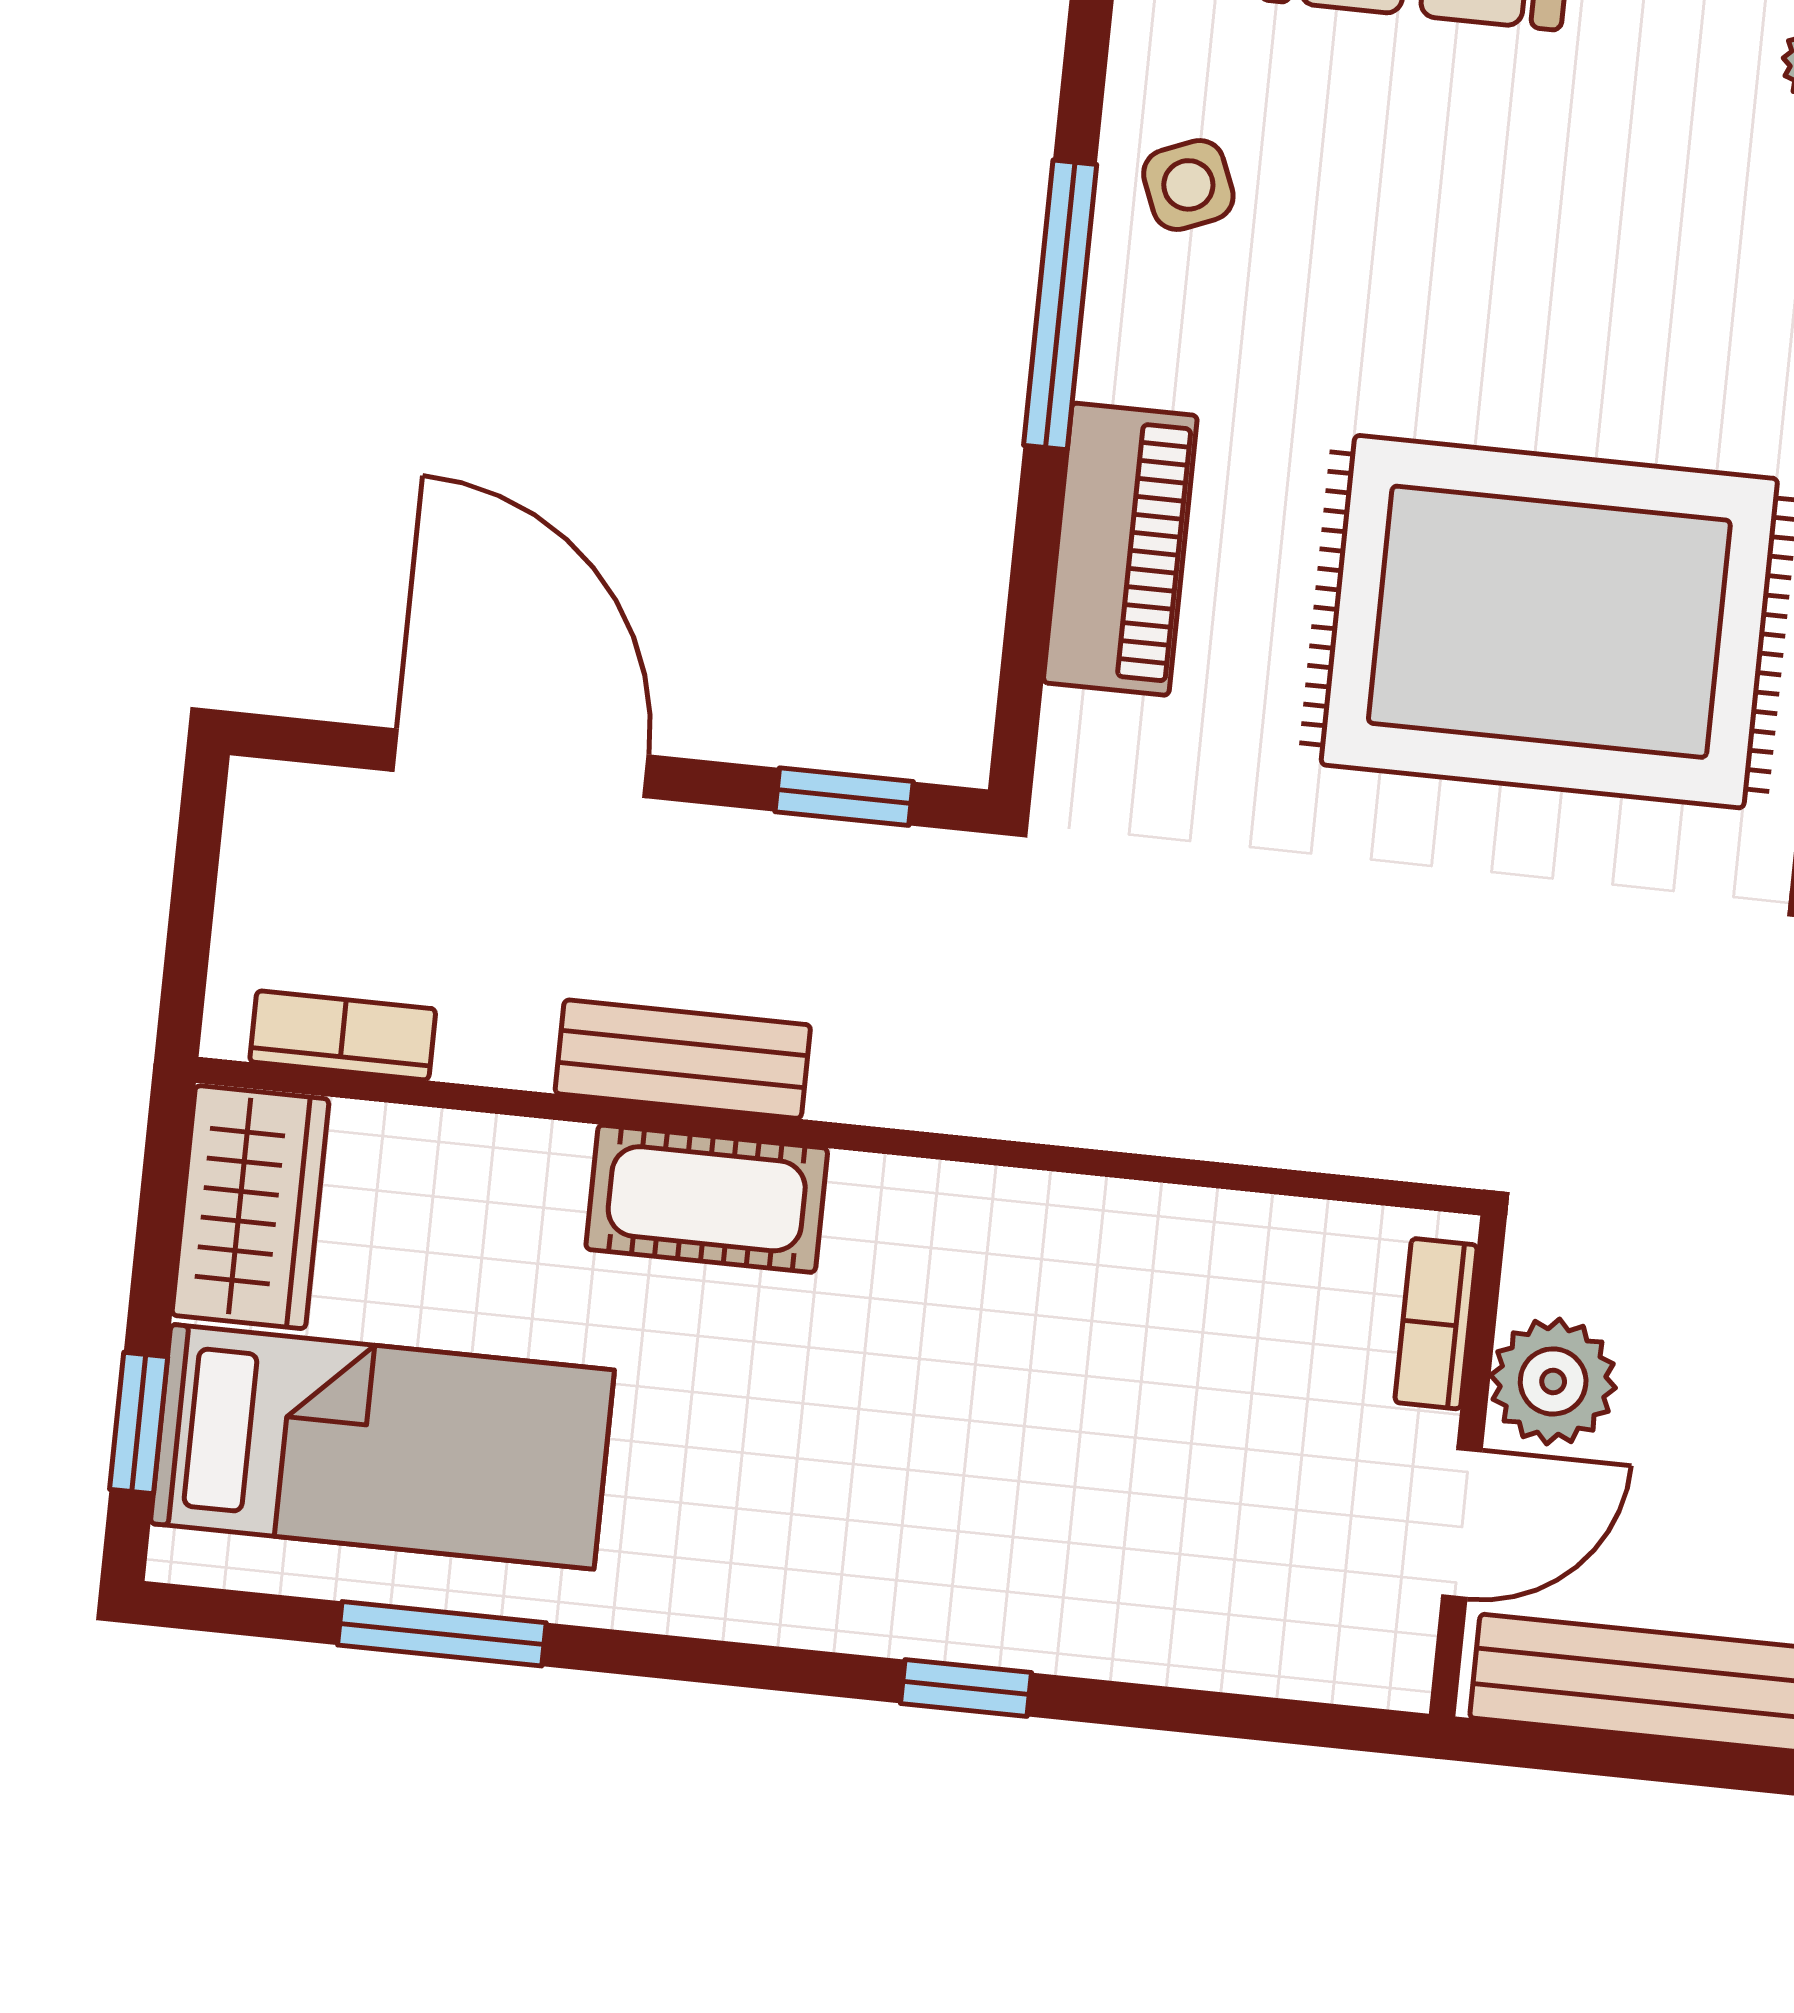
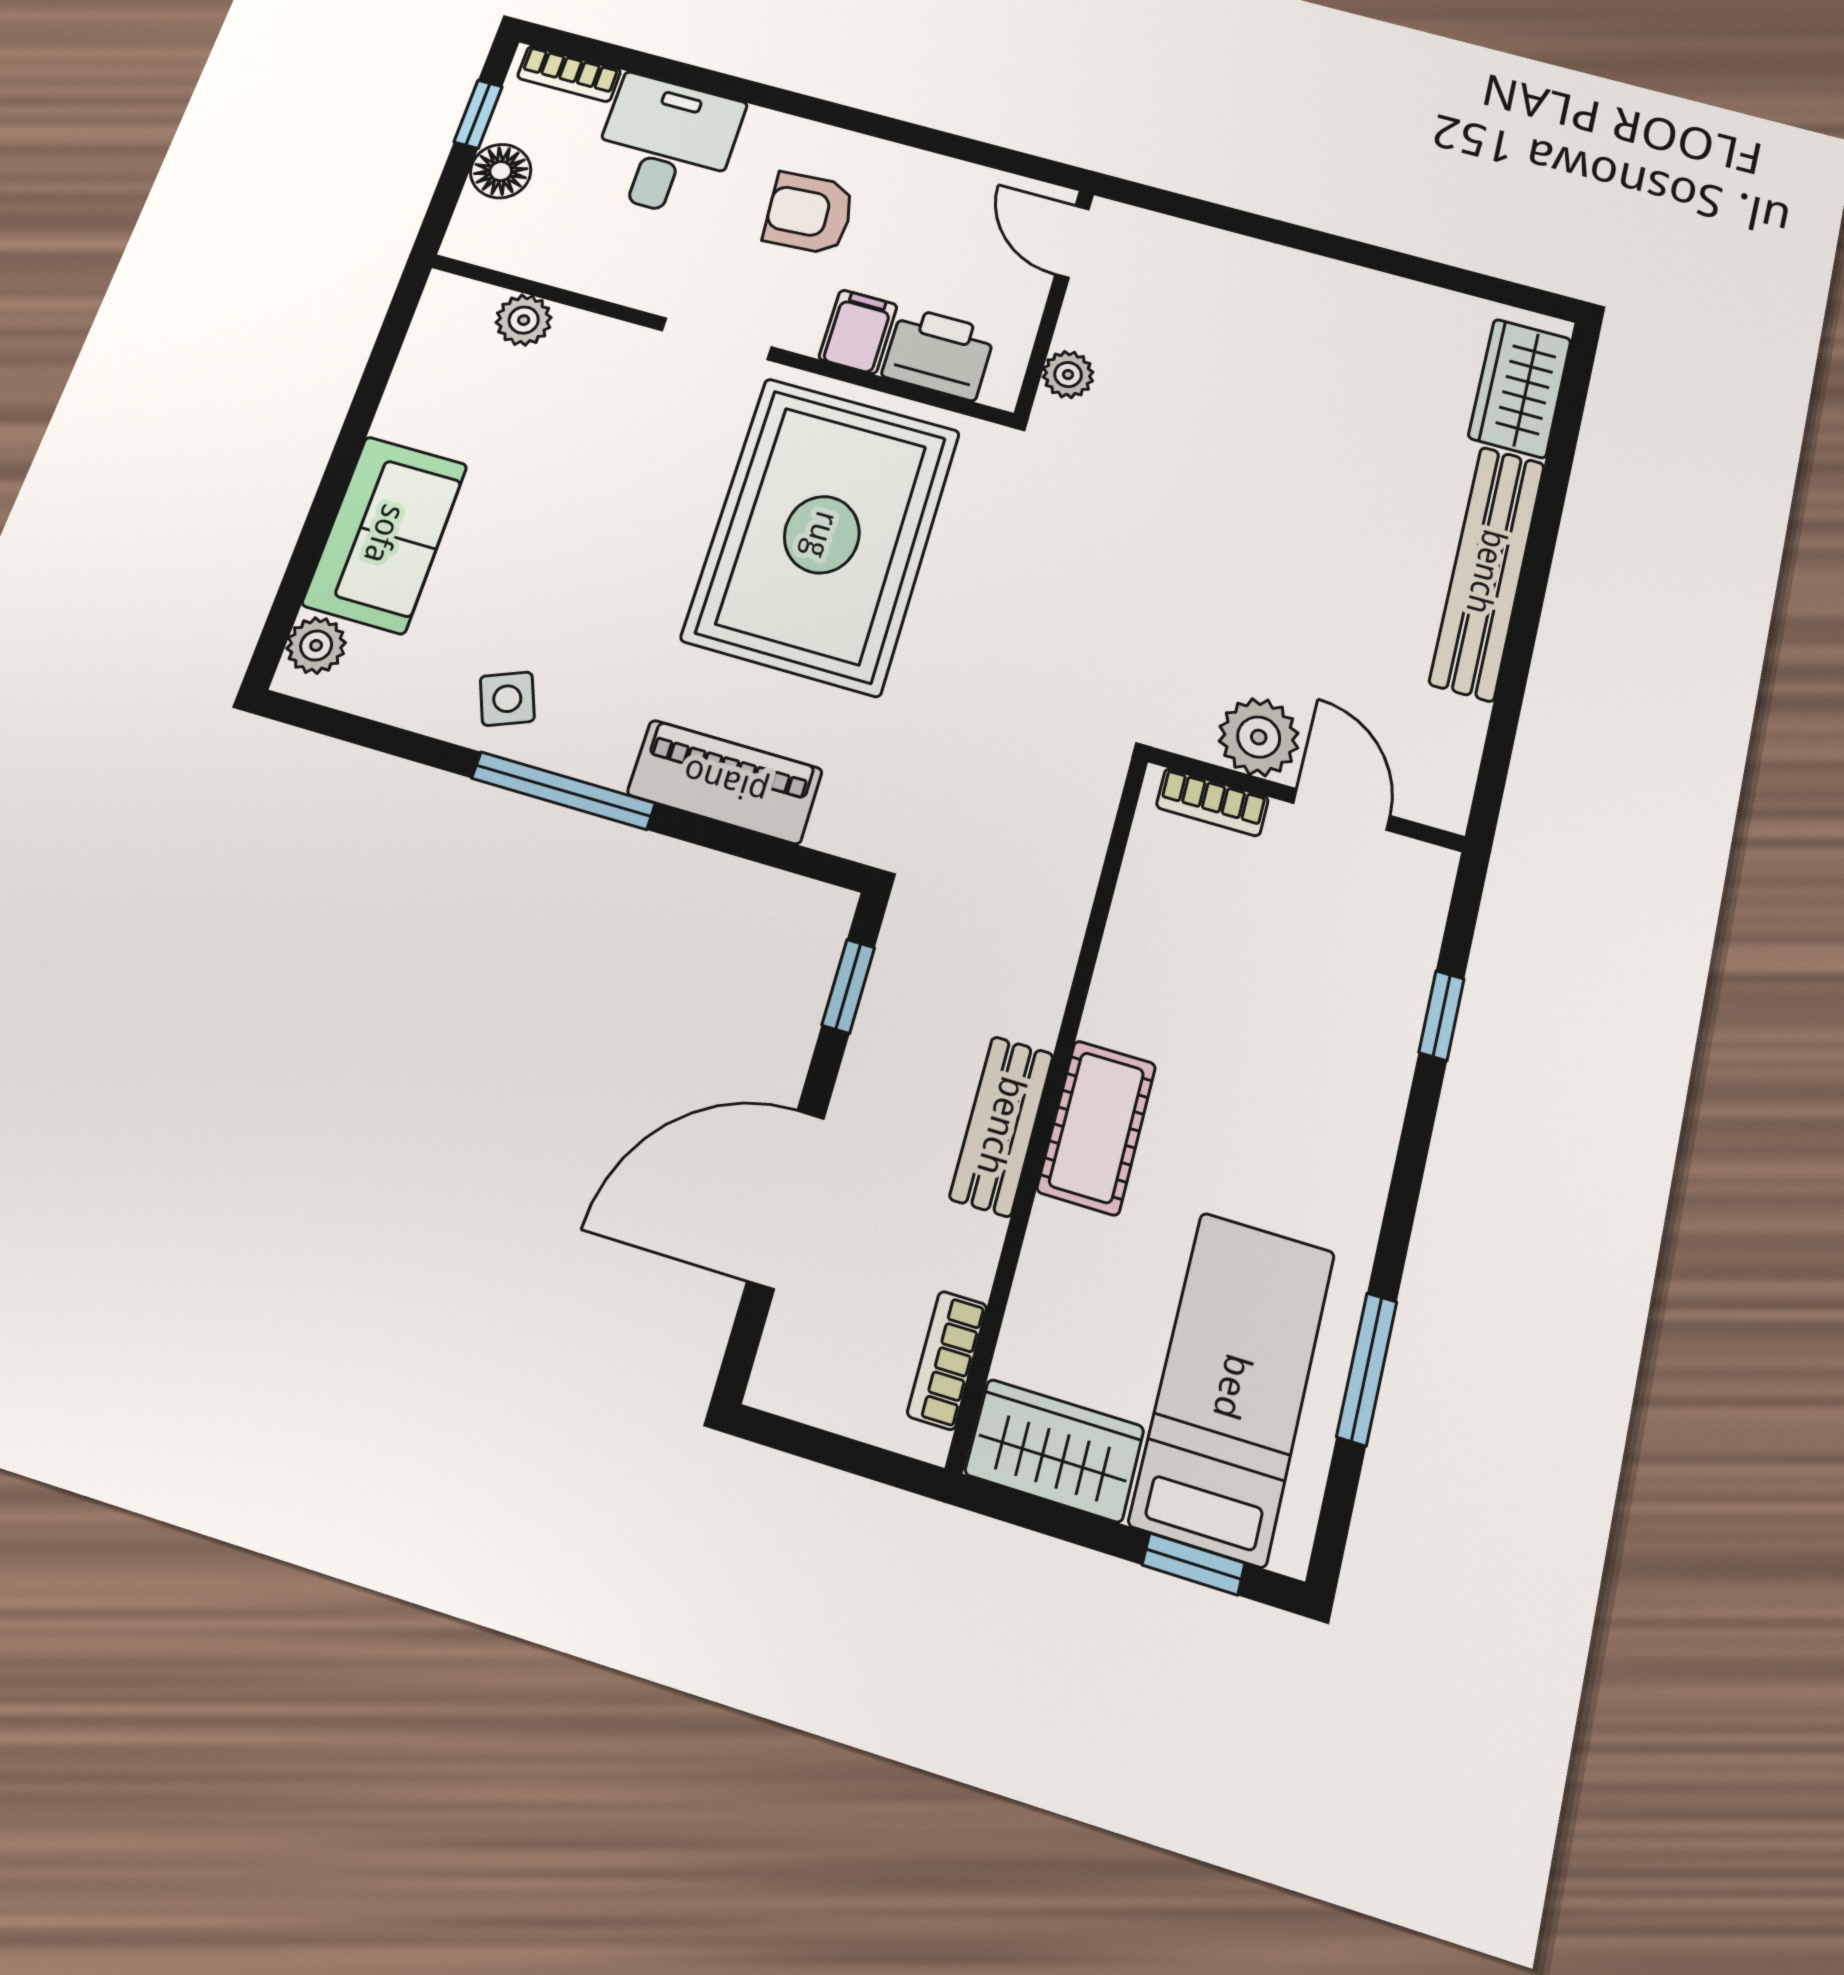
bookcase: (1436, 1324) -> (1212, 802), moved
plant: (1553, 1381) -> (1259, 737), moved
wall: (1468, 1466) -> (1306, 799), moved
door: (1462, 1523) -> (1342, 809), moved

